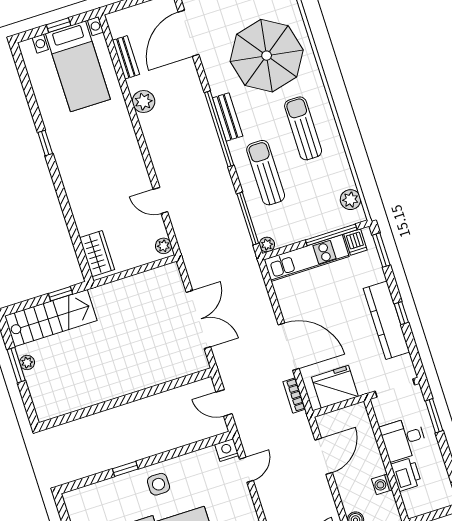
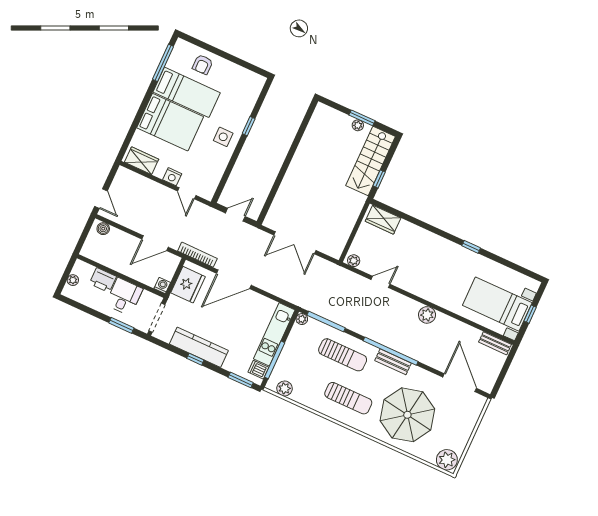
bench: (126, 57) -> (495, 343), moved
plant: (144, 101) -> (427, 315), moved
bookcase: (294, 395) -> (197, 255), width x1.56
nightstand: (227, 450) -> (172, 177), moved, turned 90
door: (324, 456) -> (155, 243), hinge flipped
washing machine: (382, 484) -> (162, 286), moved
plant: (433, 504) -> (73, 280), added

